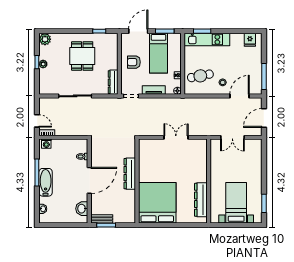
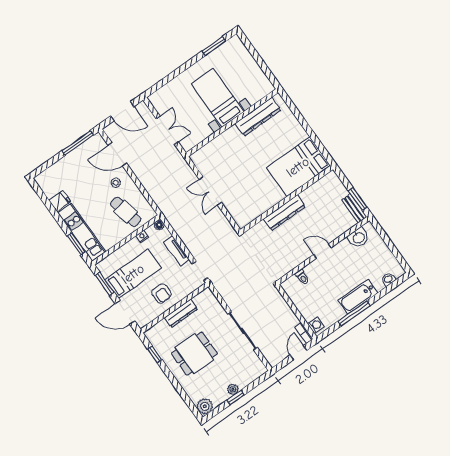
fridge: (250, 40) -> (60, 201), moved
dresser: (113, 82) -> (181, 313), moved
door: (89, 180) -> (323, 251), width x0.53
bed: (157, 203) -> (298, 167), width x0.73
bed with nightstands: (236, 203) -> (218, 98), moved, turned 90

